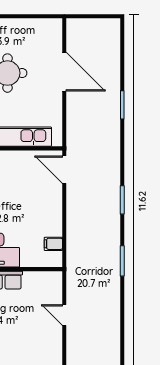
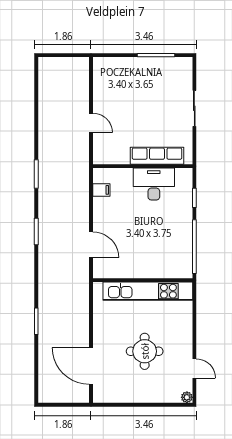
door: (64, 72) -> (91, 366), moved
door: (64, 170) -> (91, 245), moved

